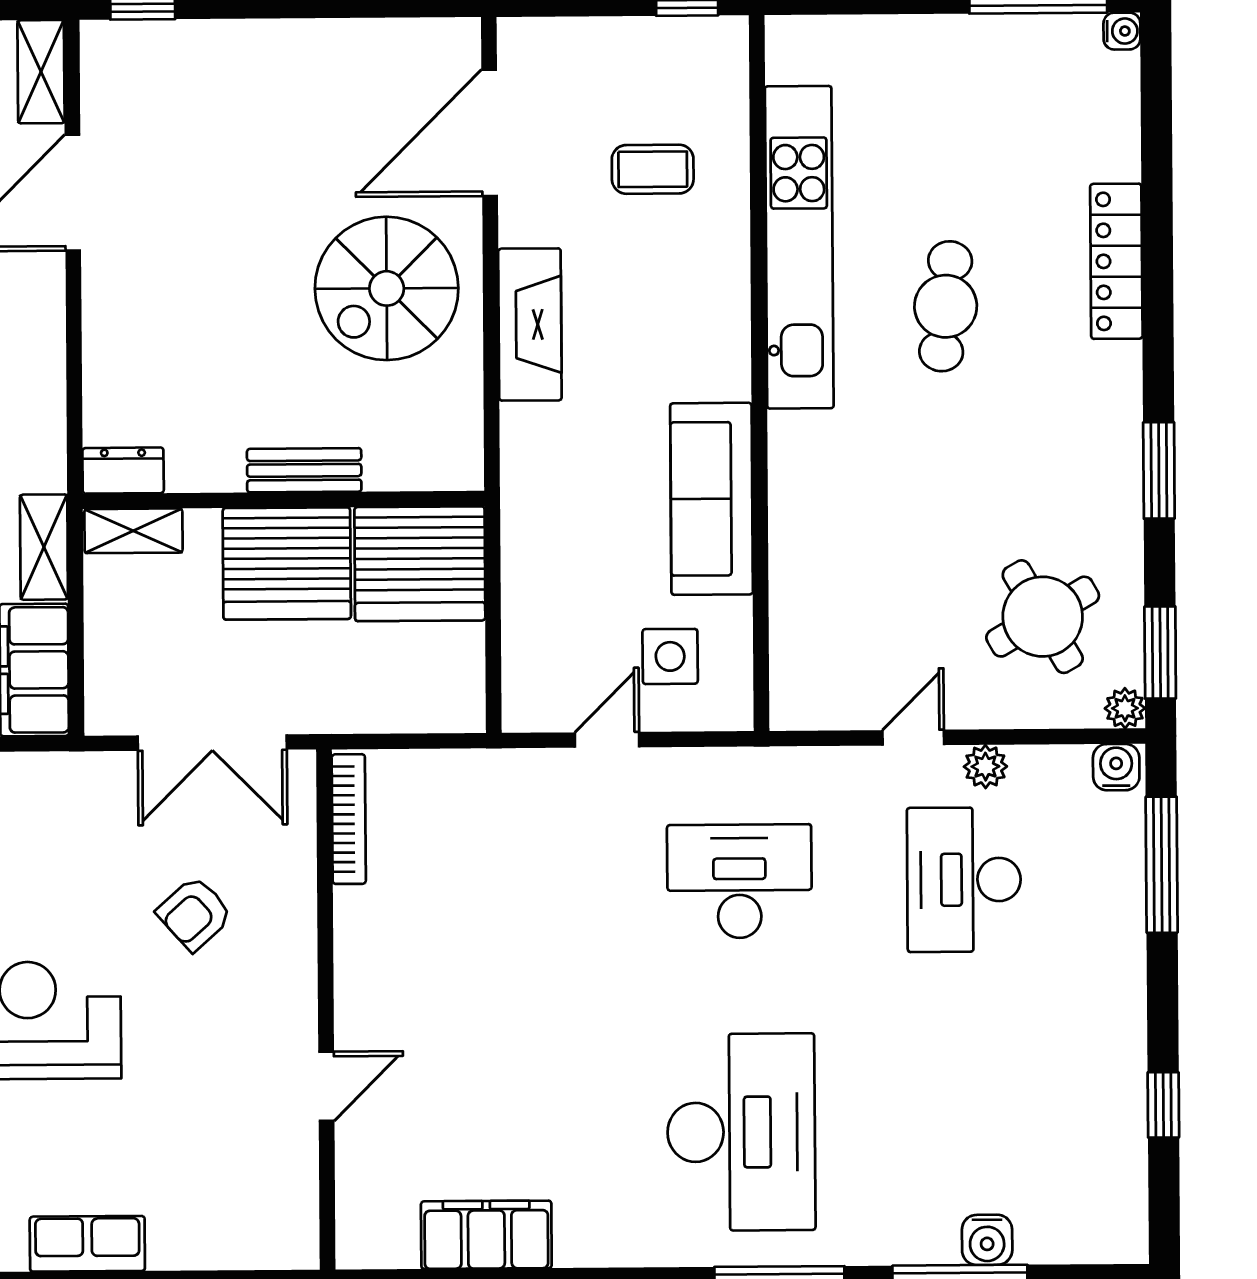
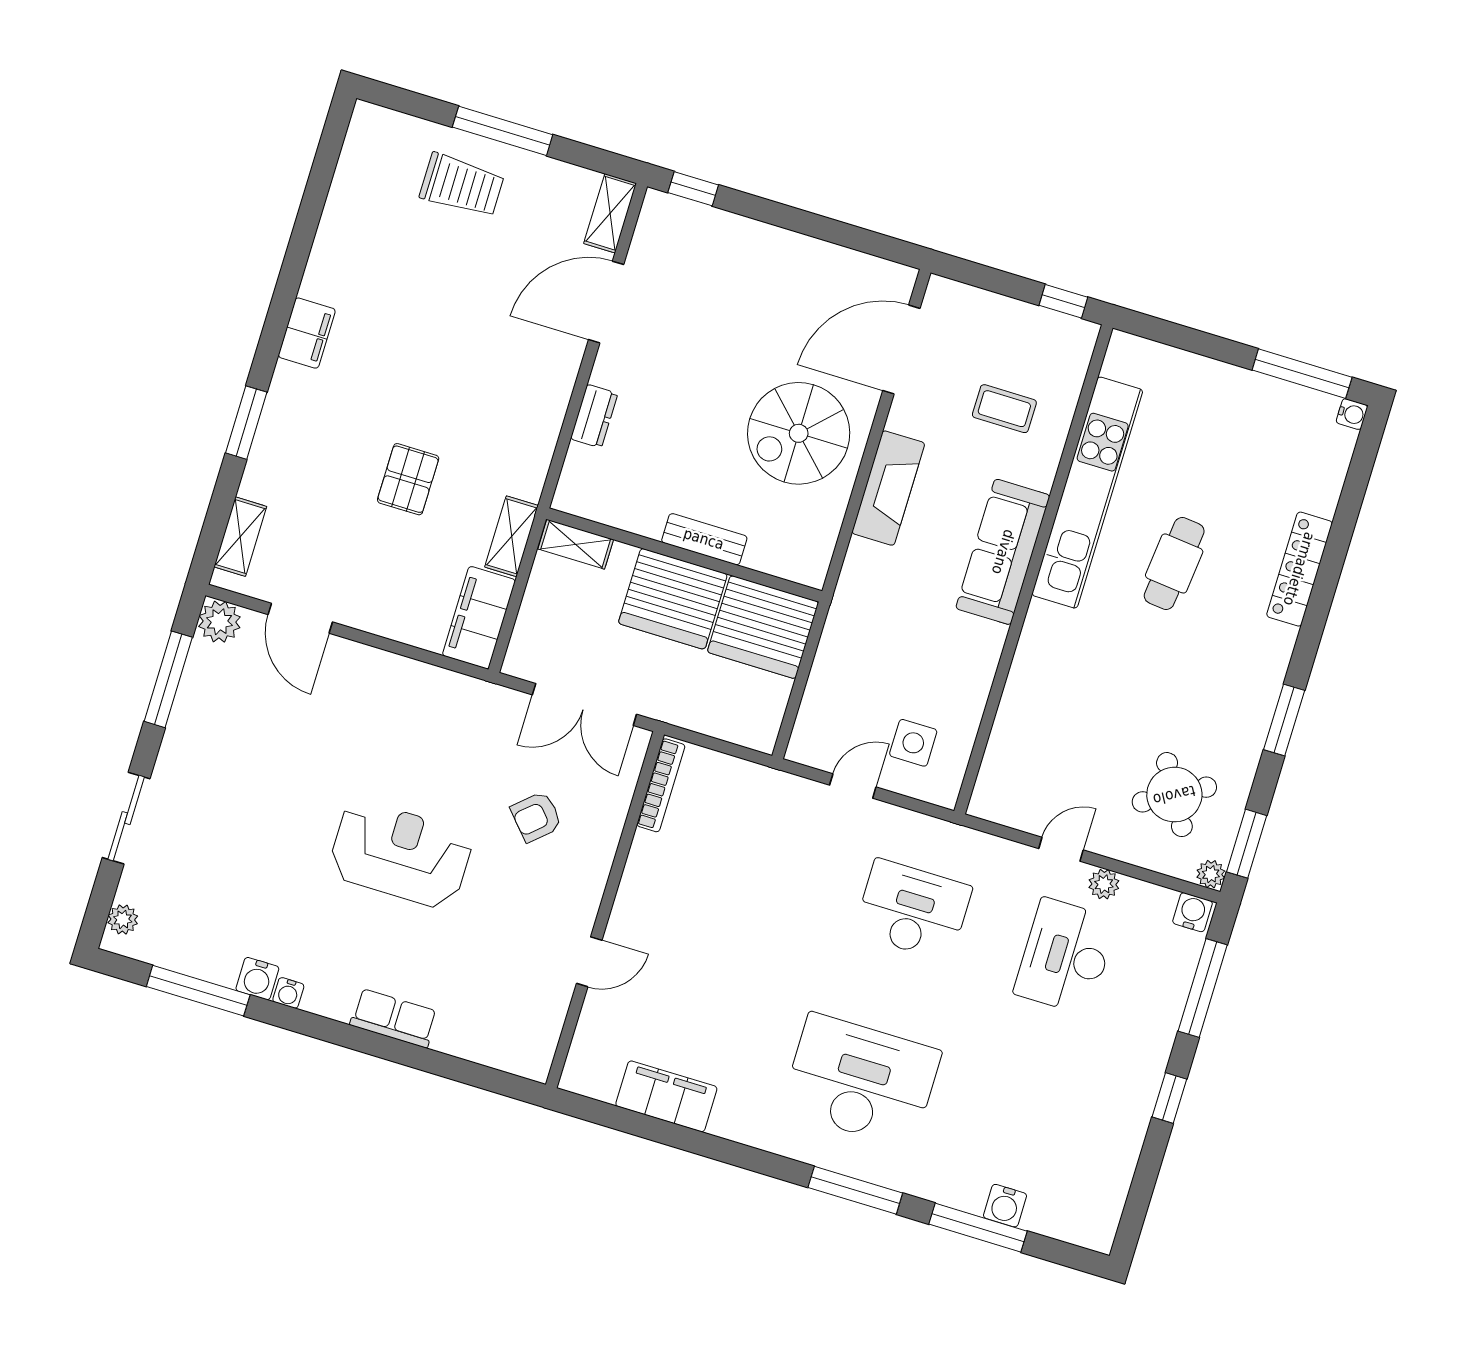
dresser: (123, 471) -> (594, 416), moved, turned 90
sofa: (712, 499) -> (1003, 552), moved
window: (1163, 1105) -> (1169, 1098), moved
desk: (741, 1132) -> (861, 1081), turned -90

